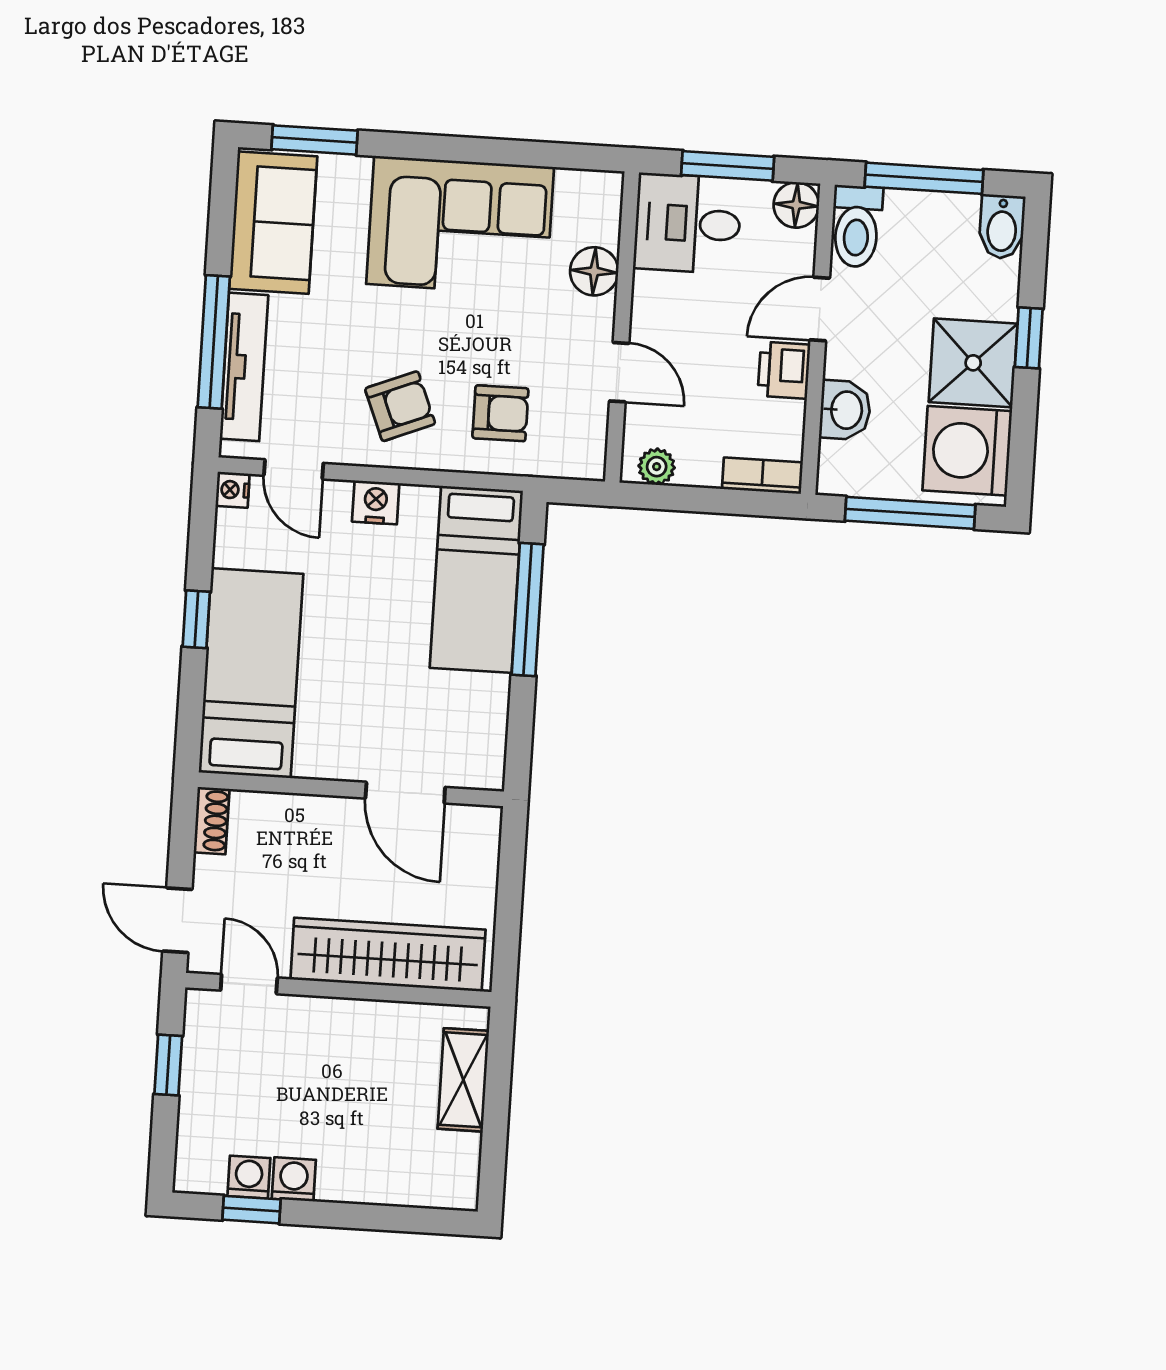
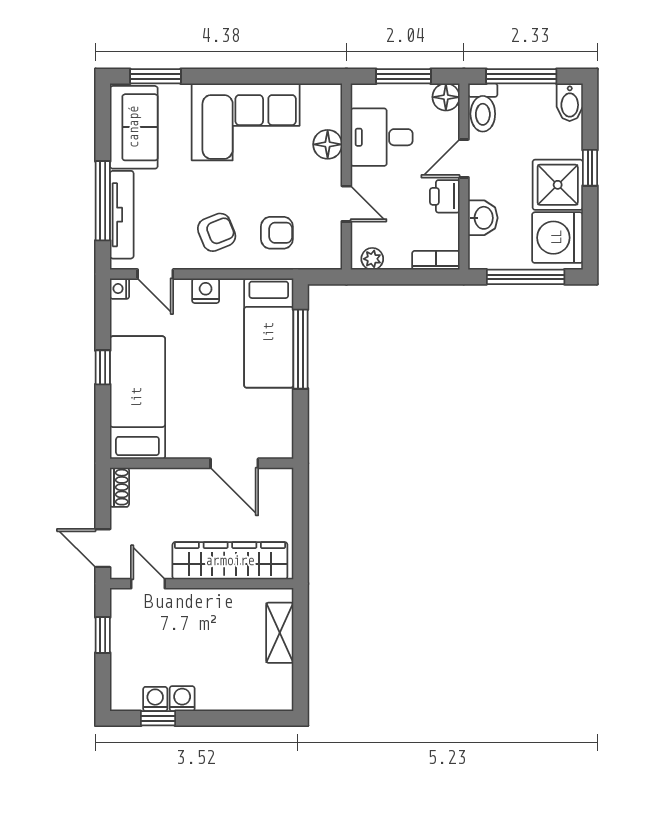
desk: (688, 223) -> (382, 137), moved

